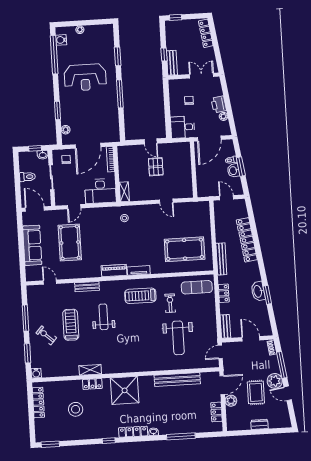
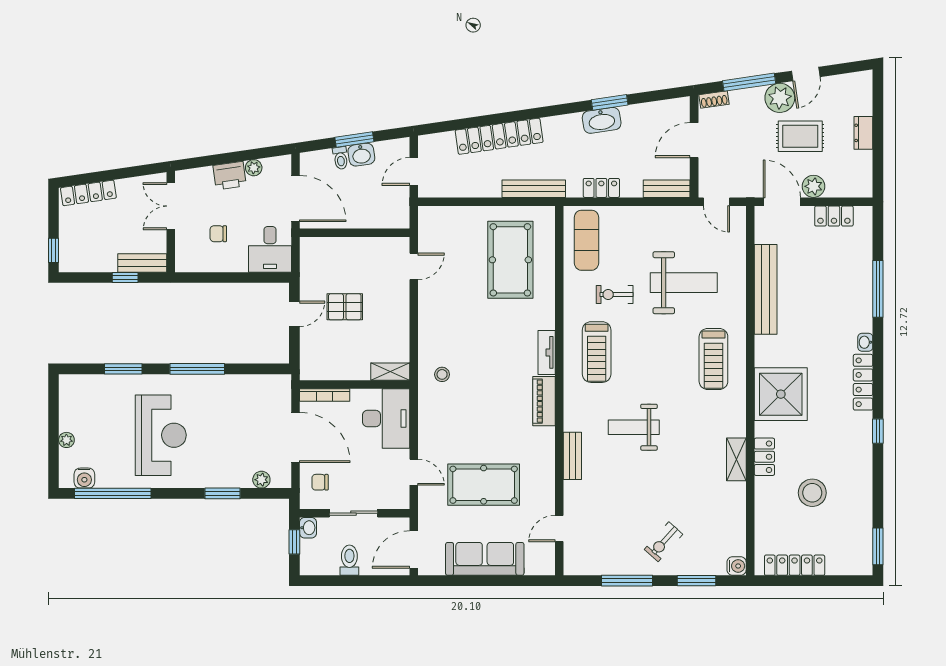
door: (166, 201) -> (414, 266), moved
treadmill: (71, 325) -> (713, 359), moved, turned -90

